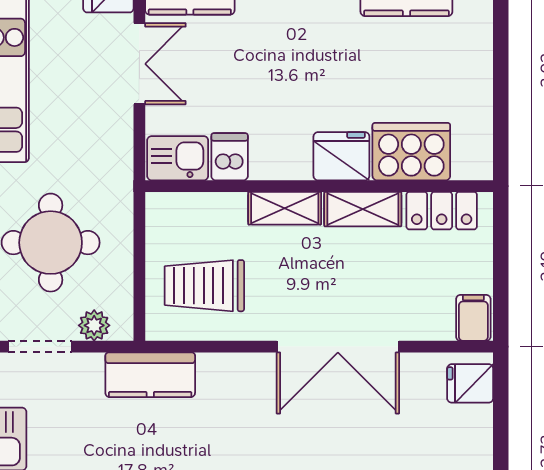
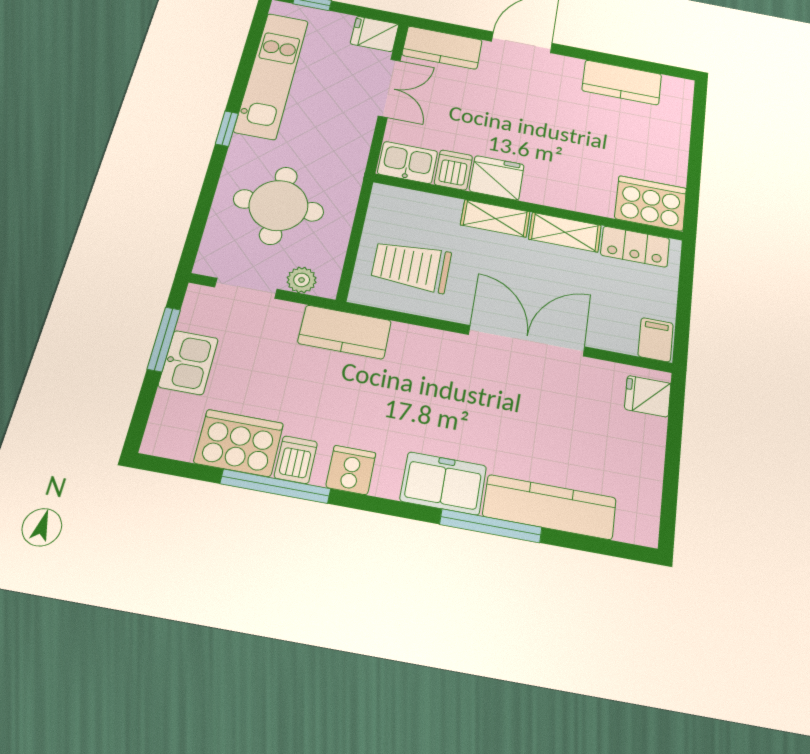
cooker: (411, 152) -> (651, 203), moved
fridge: (341, 156) -> (497, 178), moved
double door: (338, 347) -> (527, 341), swing flipped

